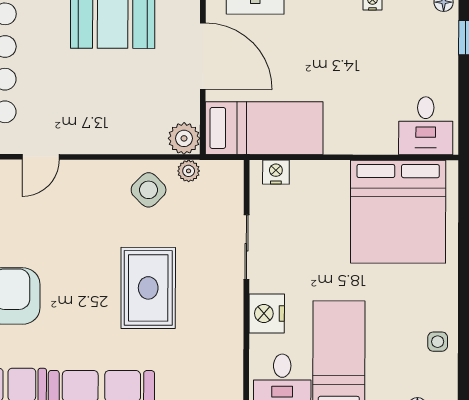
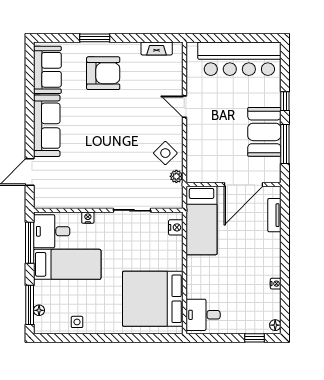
plant: (184, 138) -> (195, 174), removed
door: (41, 157) -> (184, 107), moved
rug: (148, 288) -> (108, 153), removed
nightstand: (267, 314) -> (88, 218), width x0.53, depth x0.56

